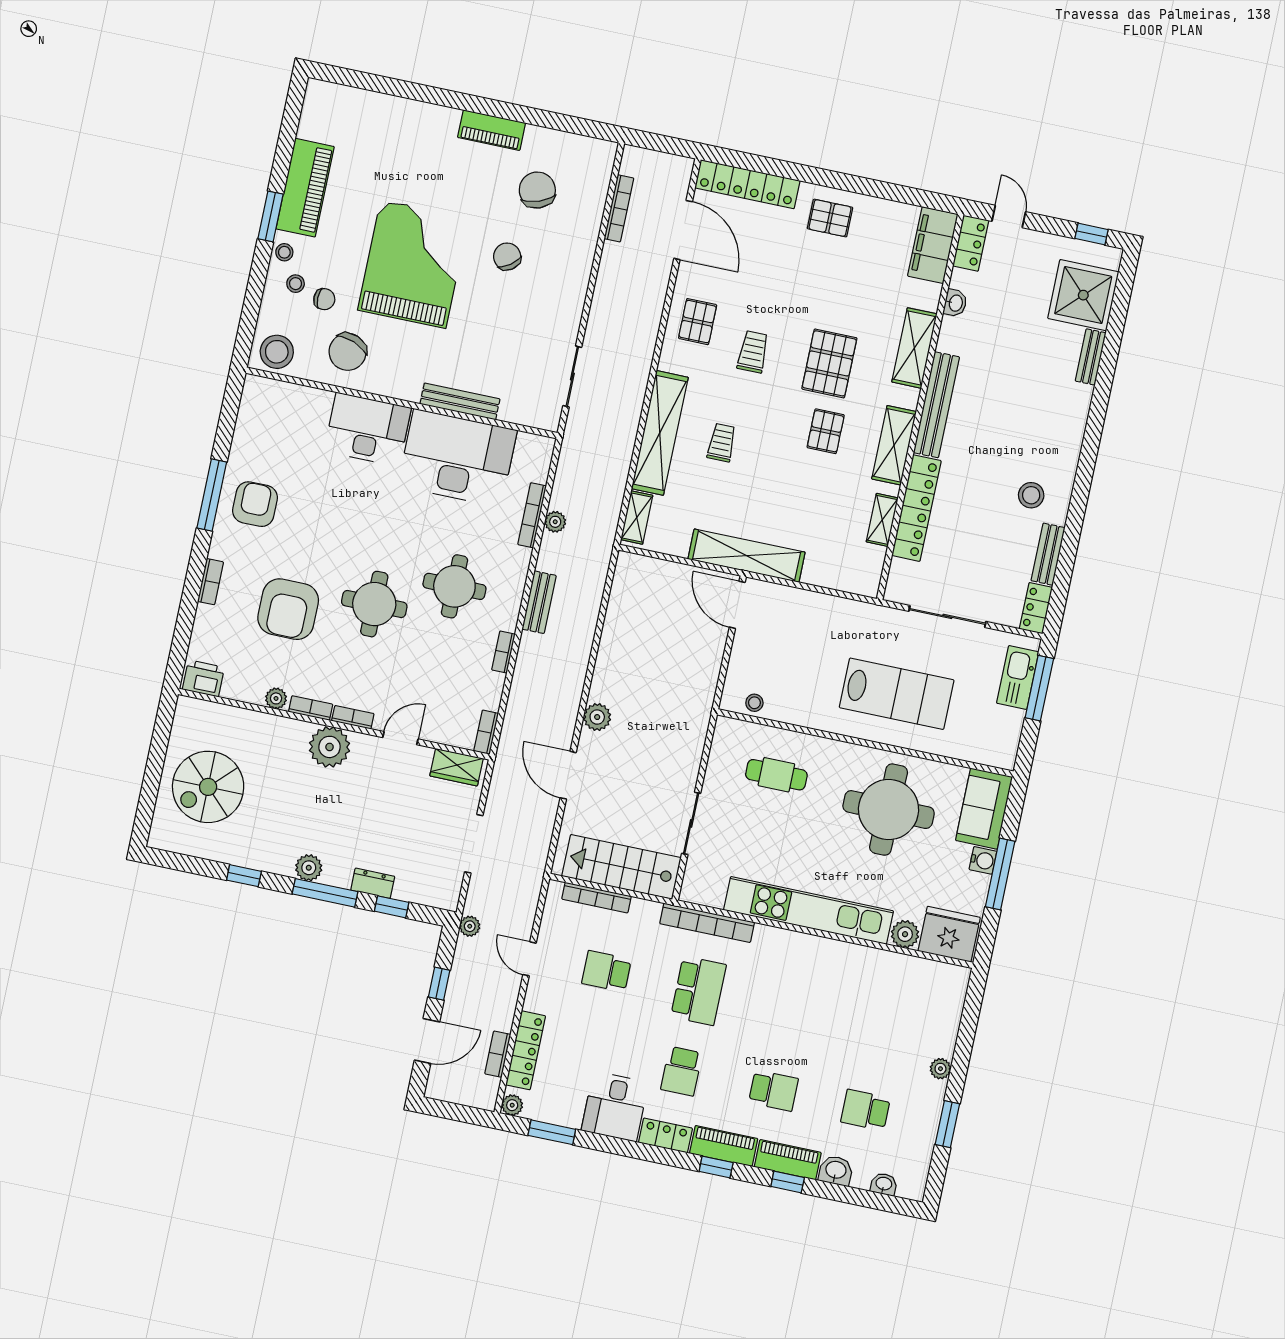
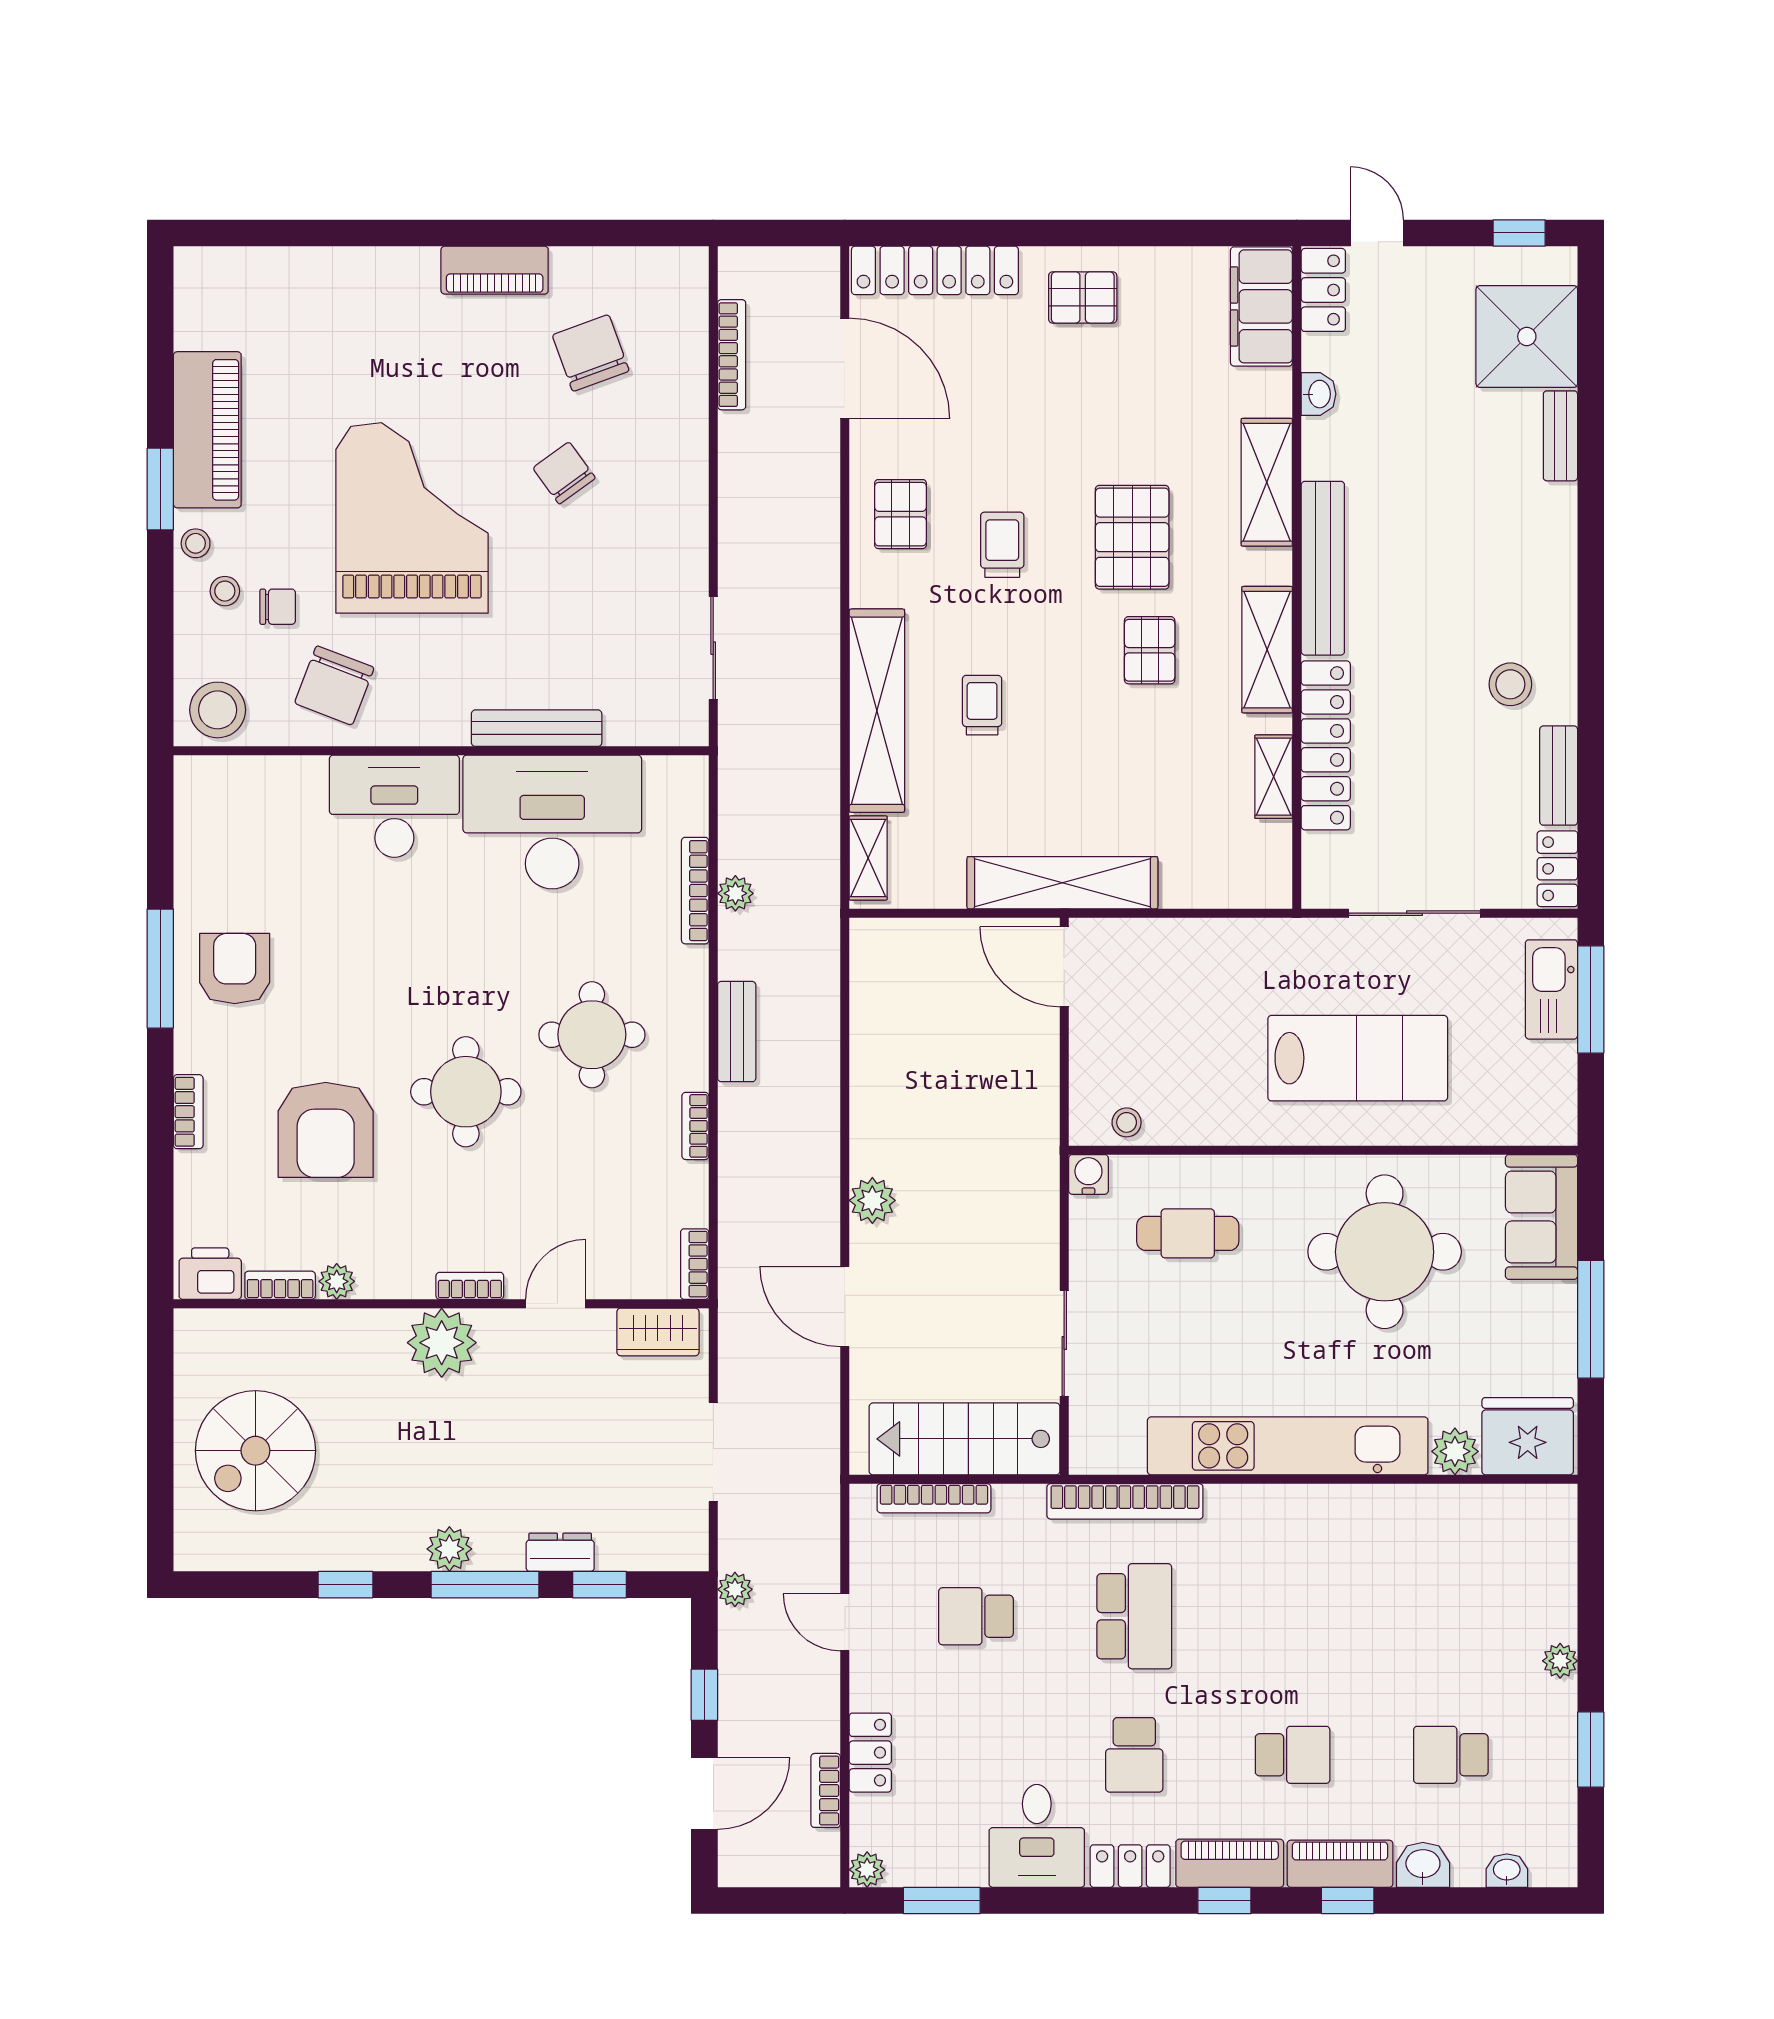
bookcase: (311, 708) -> (280, 1285), moved
water cooler: (983, 860) -> (1088, 1174), moved, turned -90
locker: (526, 1050) -> (870, 1753), width x0.66

